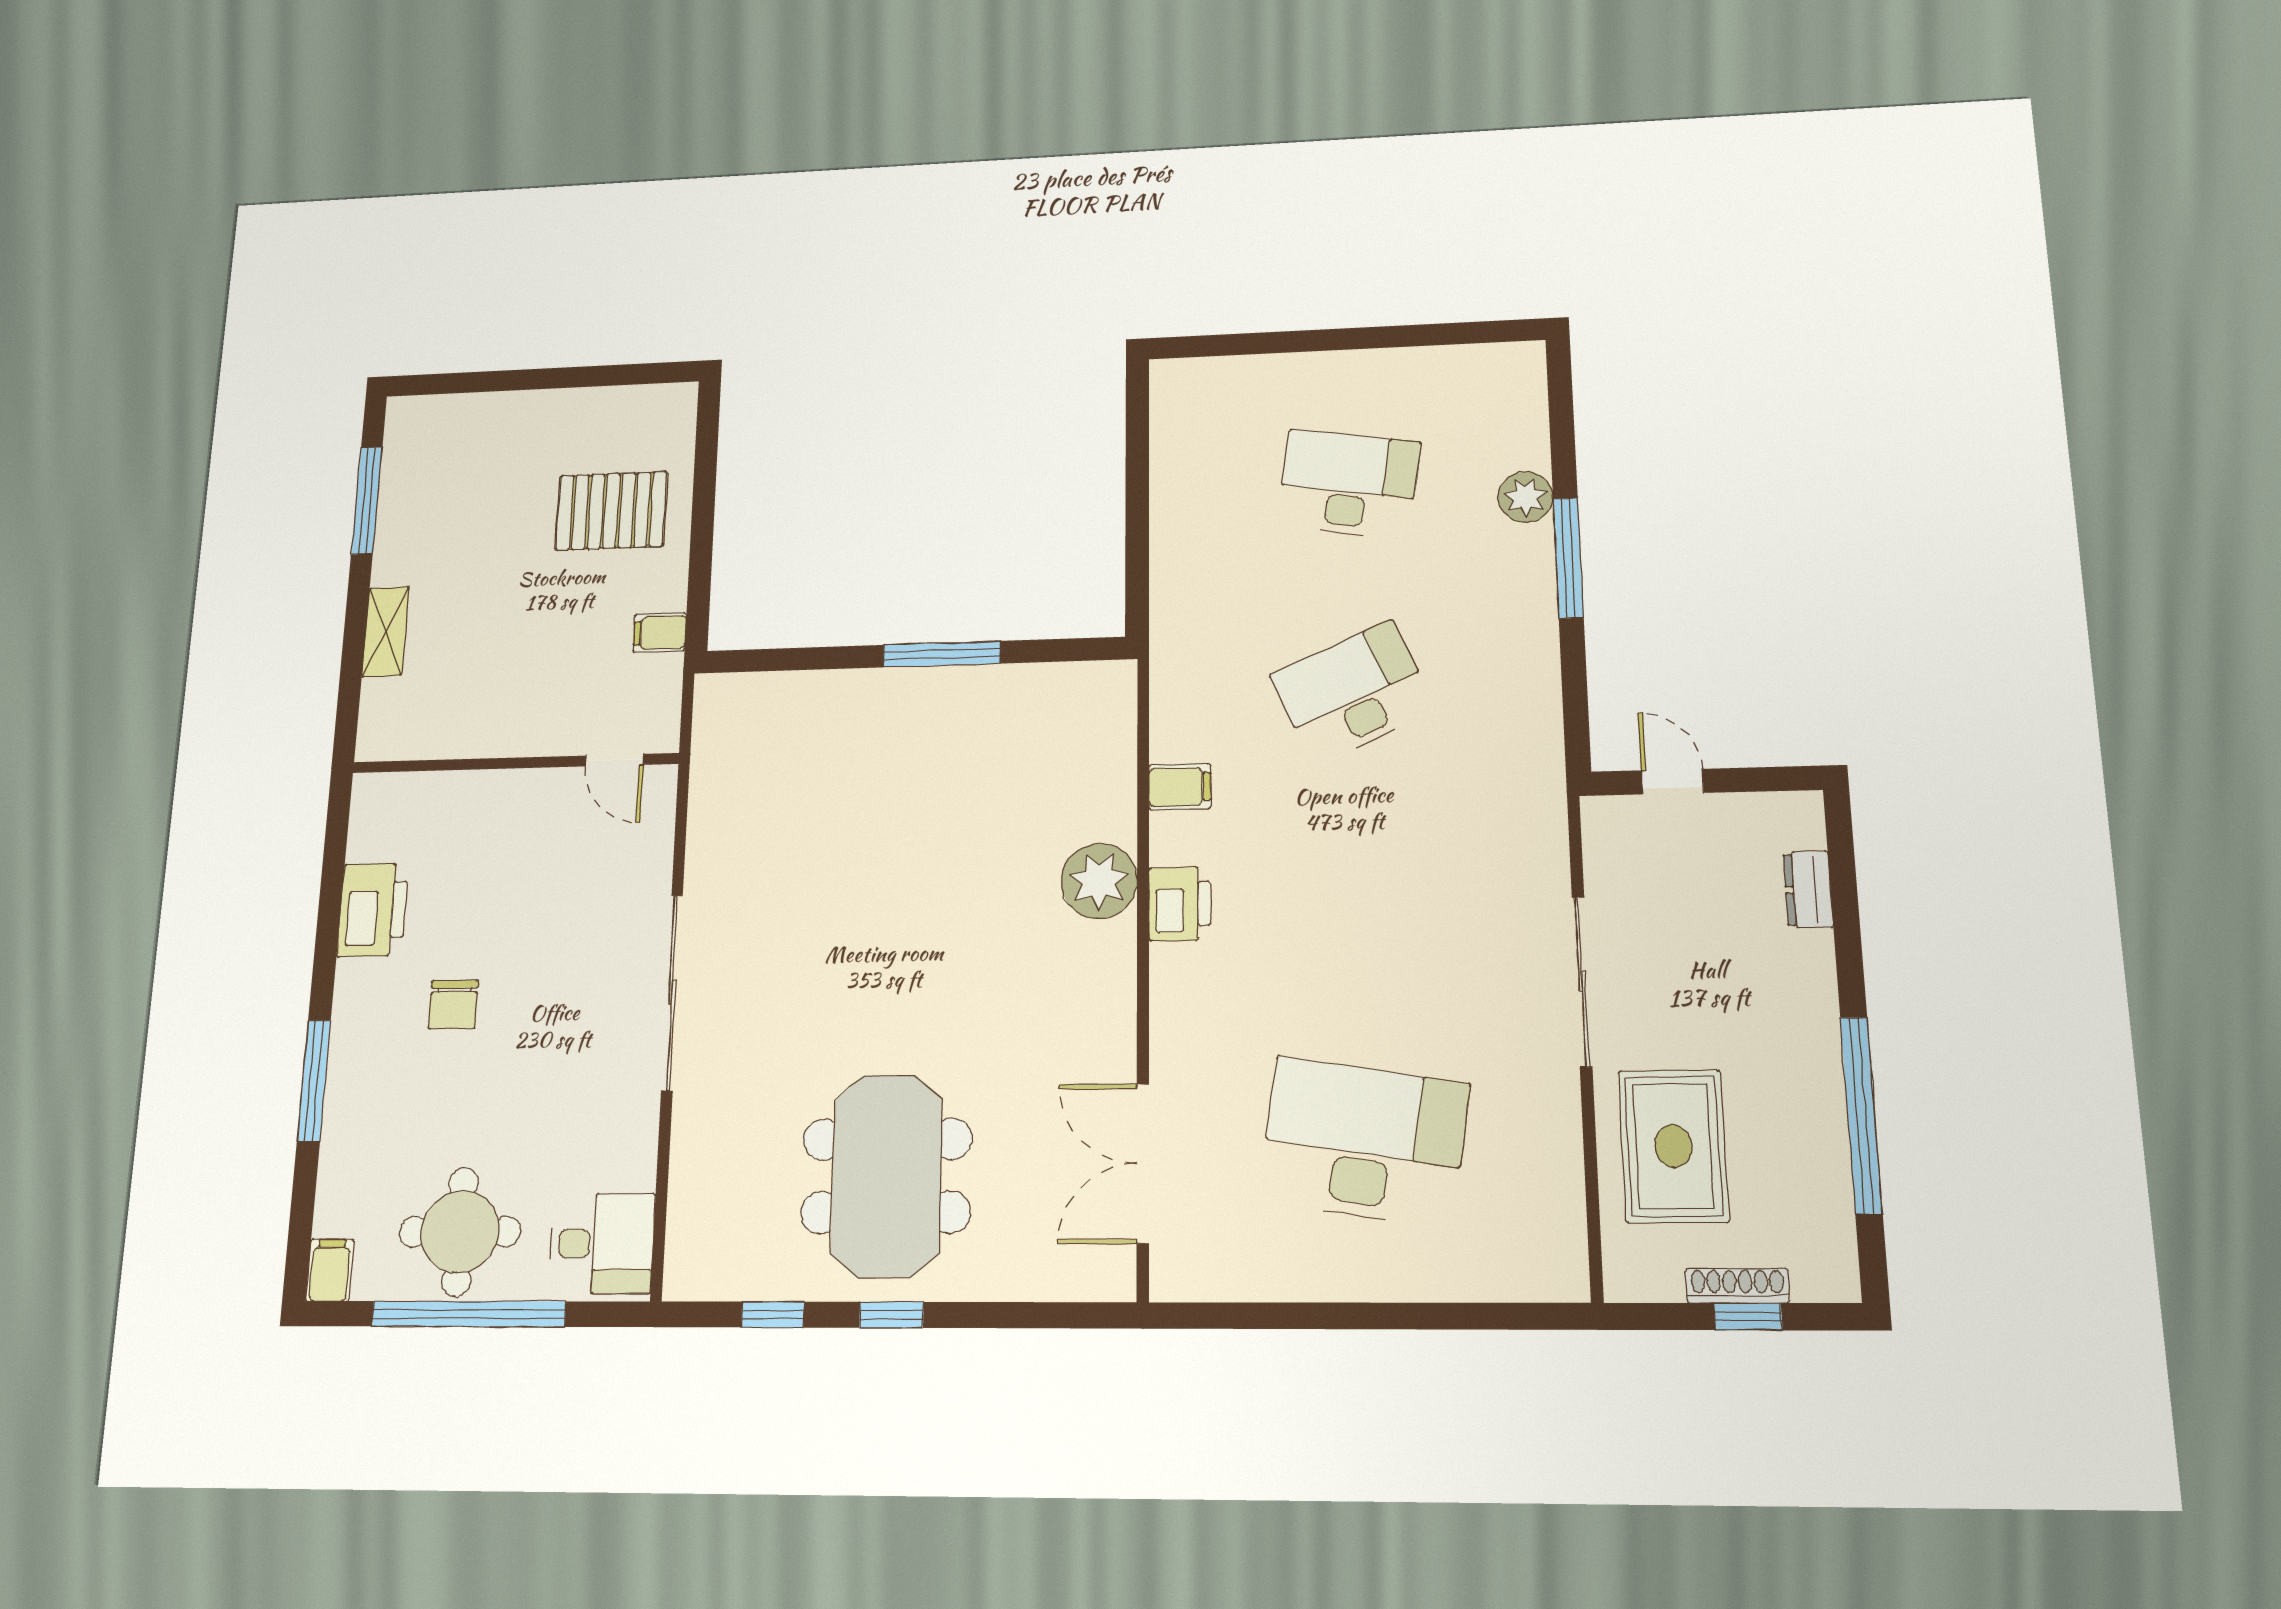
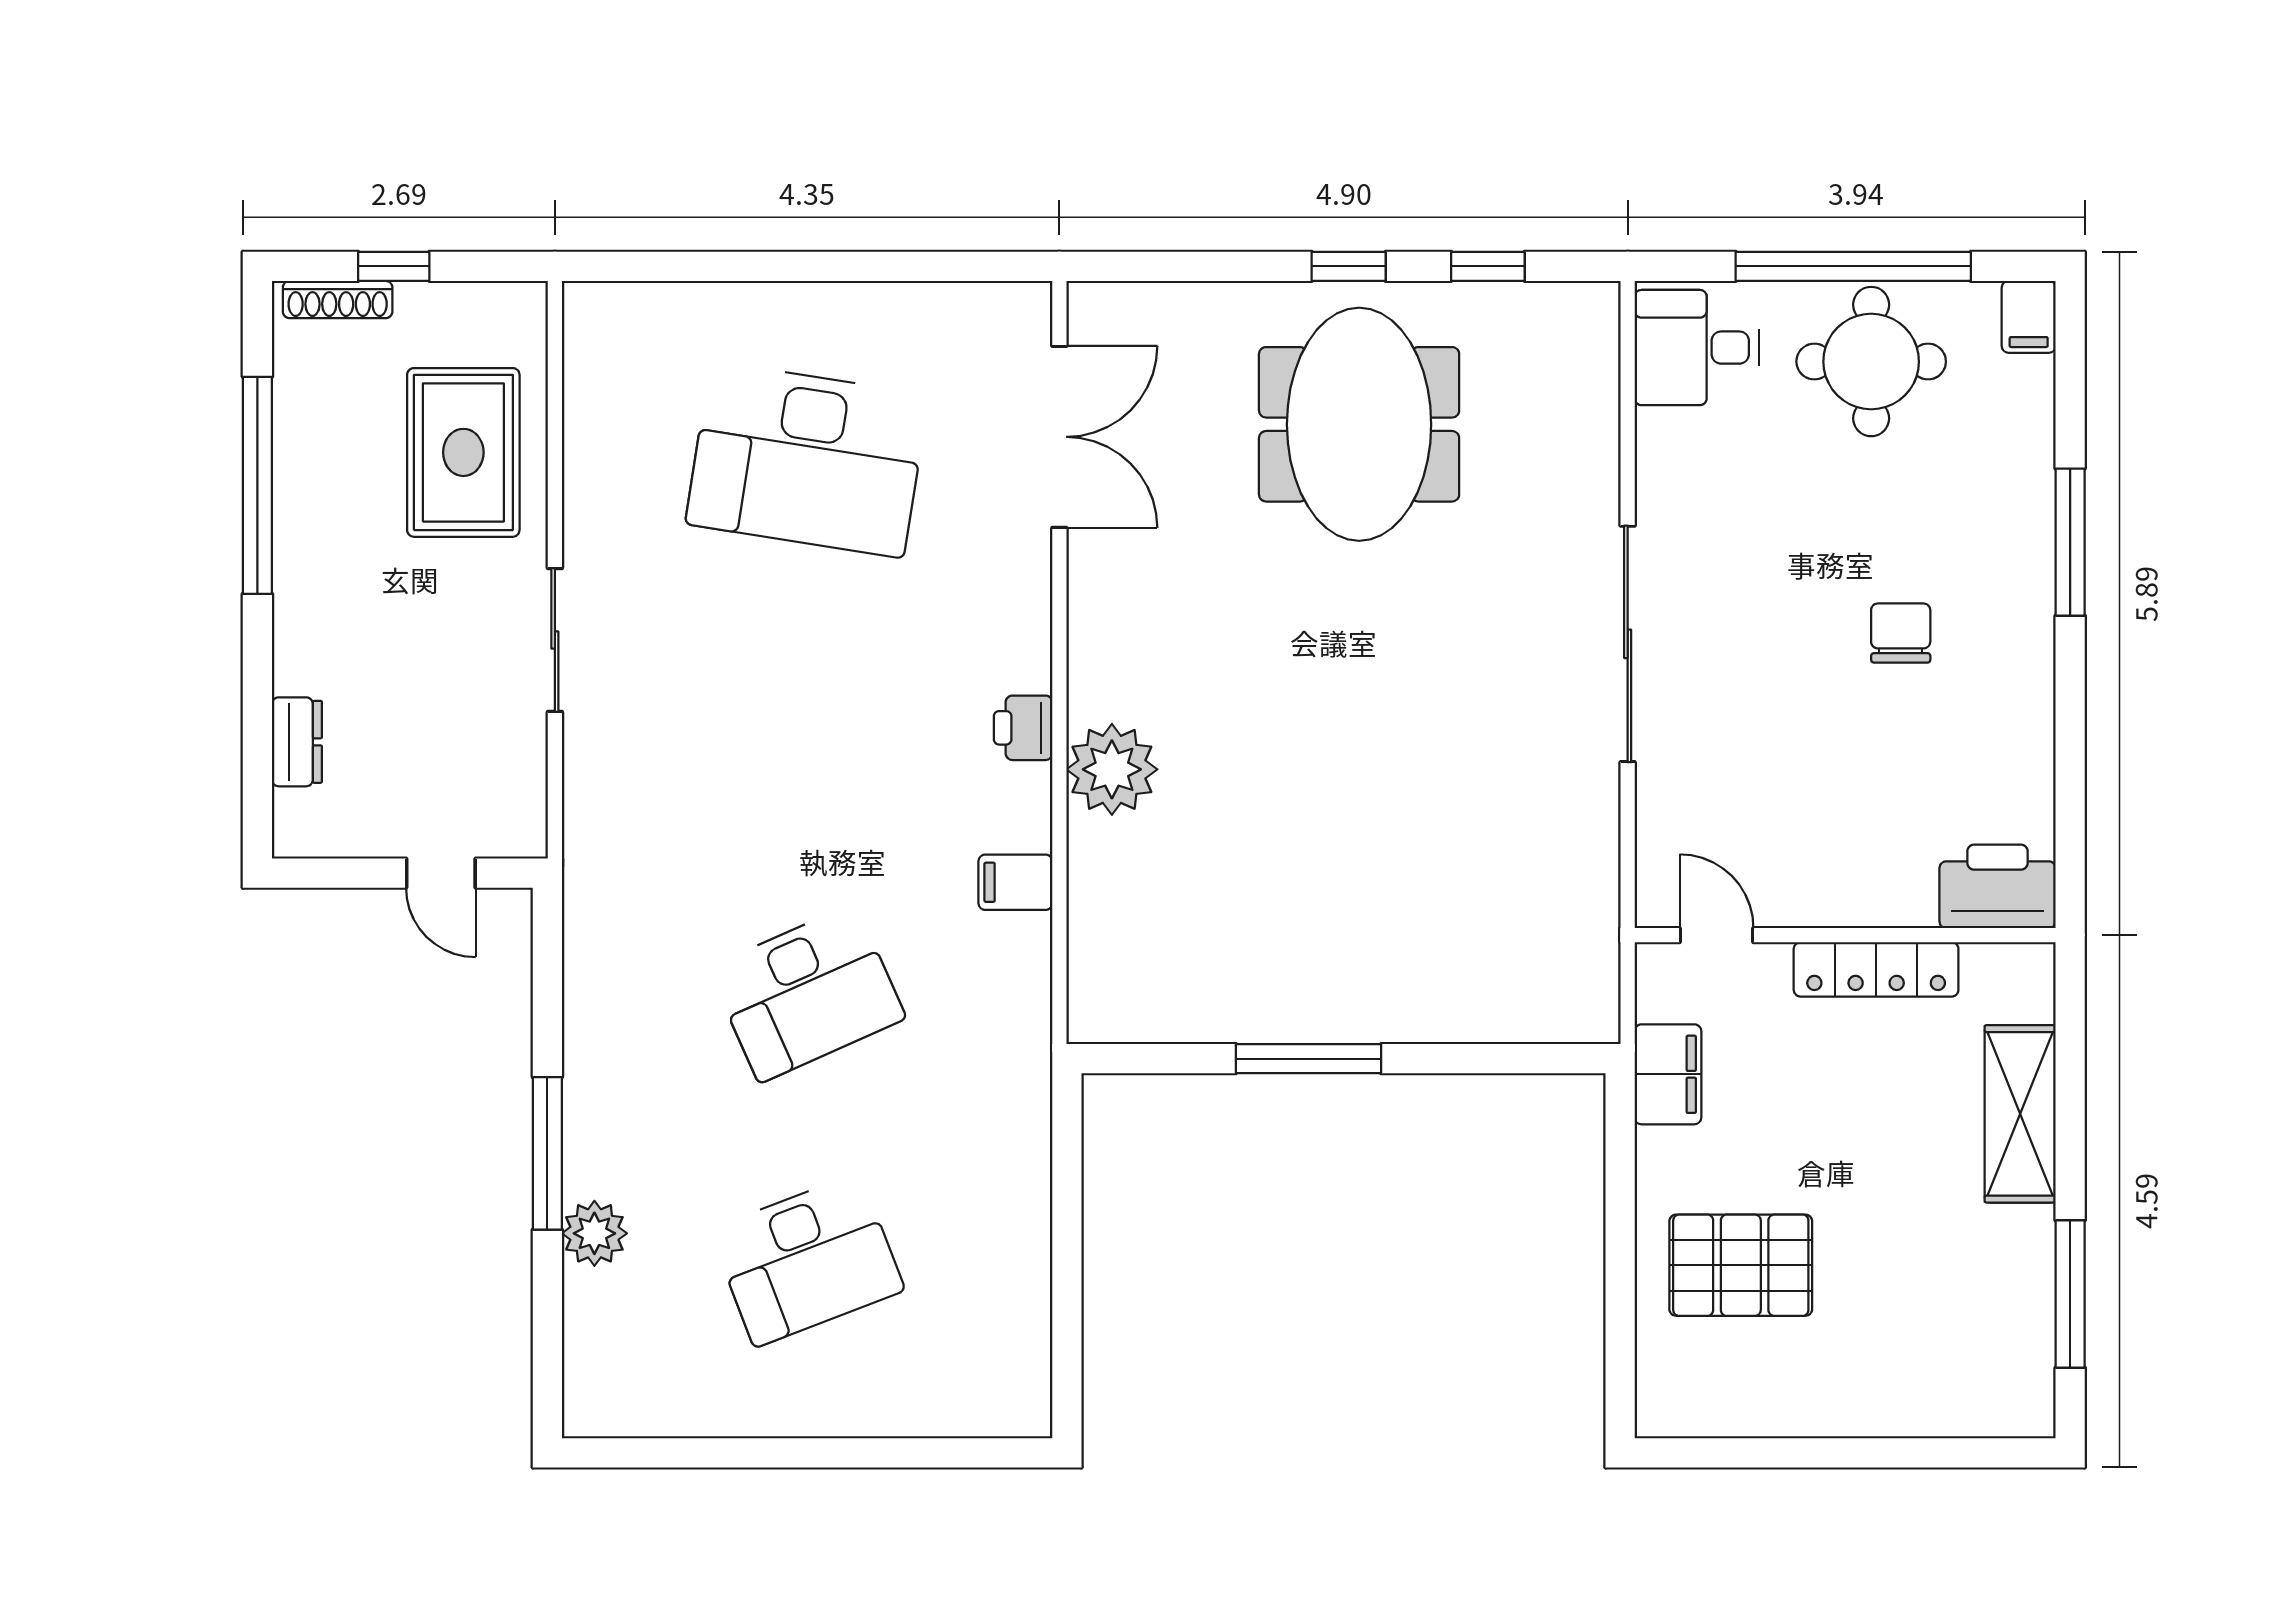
desk: (1348, 484) -> (807, 1260), turned -30
shelving: (386, 632) -> (2020, 1114), width x1.50, depth x1.33
filing cabinet: (660, 633) -> (1668, 1074), width x2.00
locker: (493, 737) -> (1876, 969), added
printer: (1180, 904) -> (1023, 728), width x0.73, depth x0.81
printer: (373, 910) -> (1998, 886), moved, turned 90
sliding door: (1582, 981) -> (555, 640), width x0.73
shoe rack: (1737, 1286) -> (338, 300), moved

